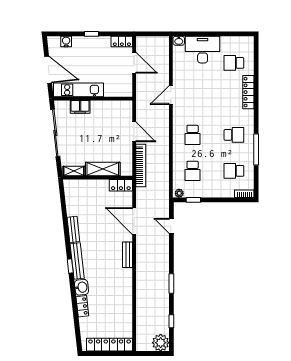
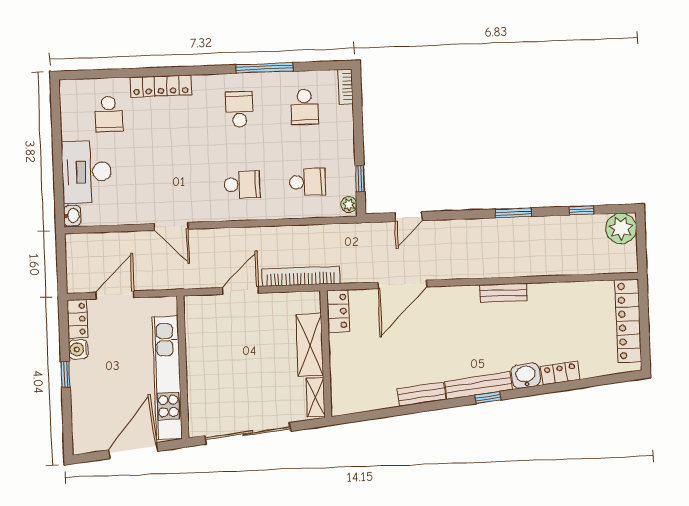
water cooler: (66, 41) -> (78, 349), moved
kitchen unit: (79, 90) -> (167, 378), width x1.36
filing cabinet: (80, 107) -> (198, 390), removed
bench: (128, 255) -> (503, 293), moved

